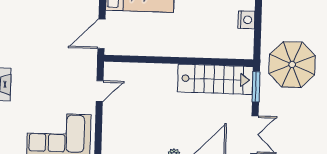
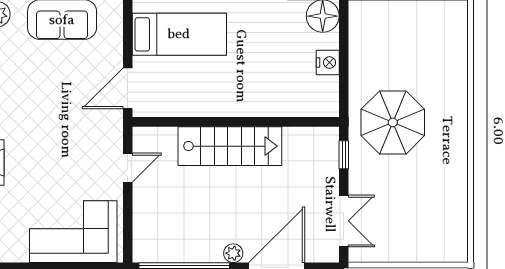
stairs: (215, 79) -> (230, 146), moved
window: (256, 87) -> (344, 155), width x0.67

